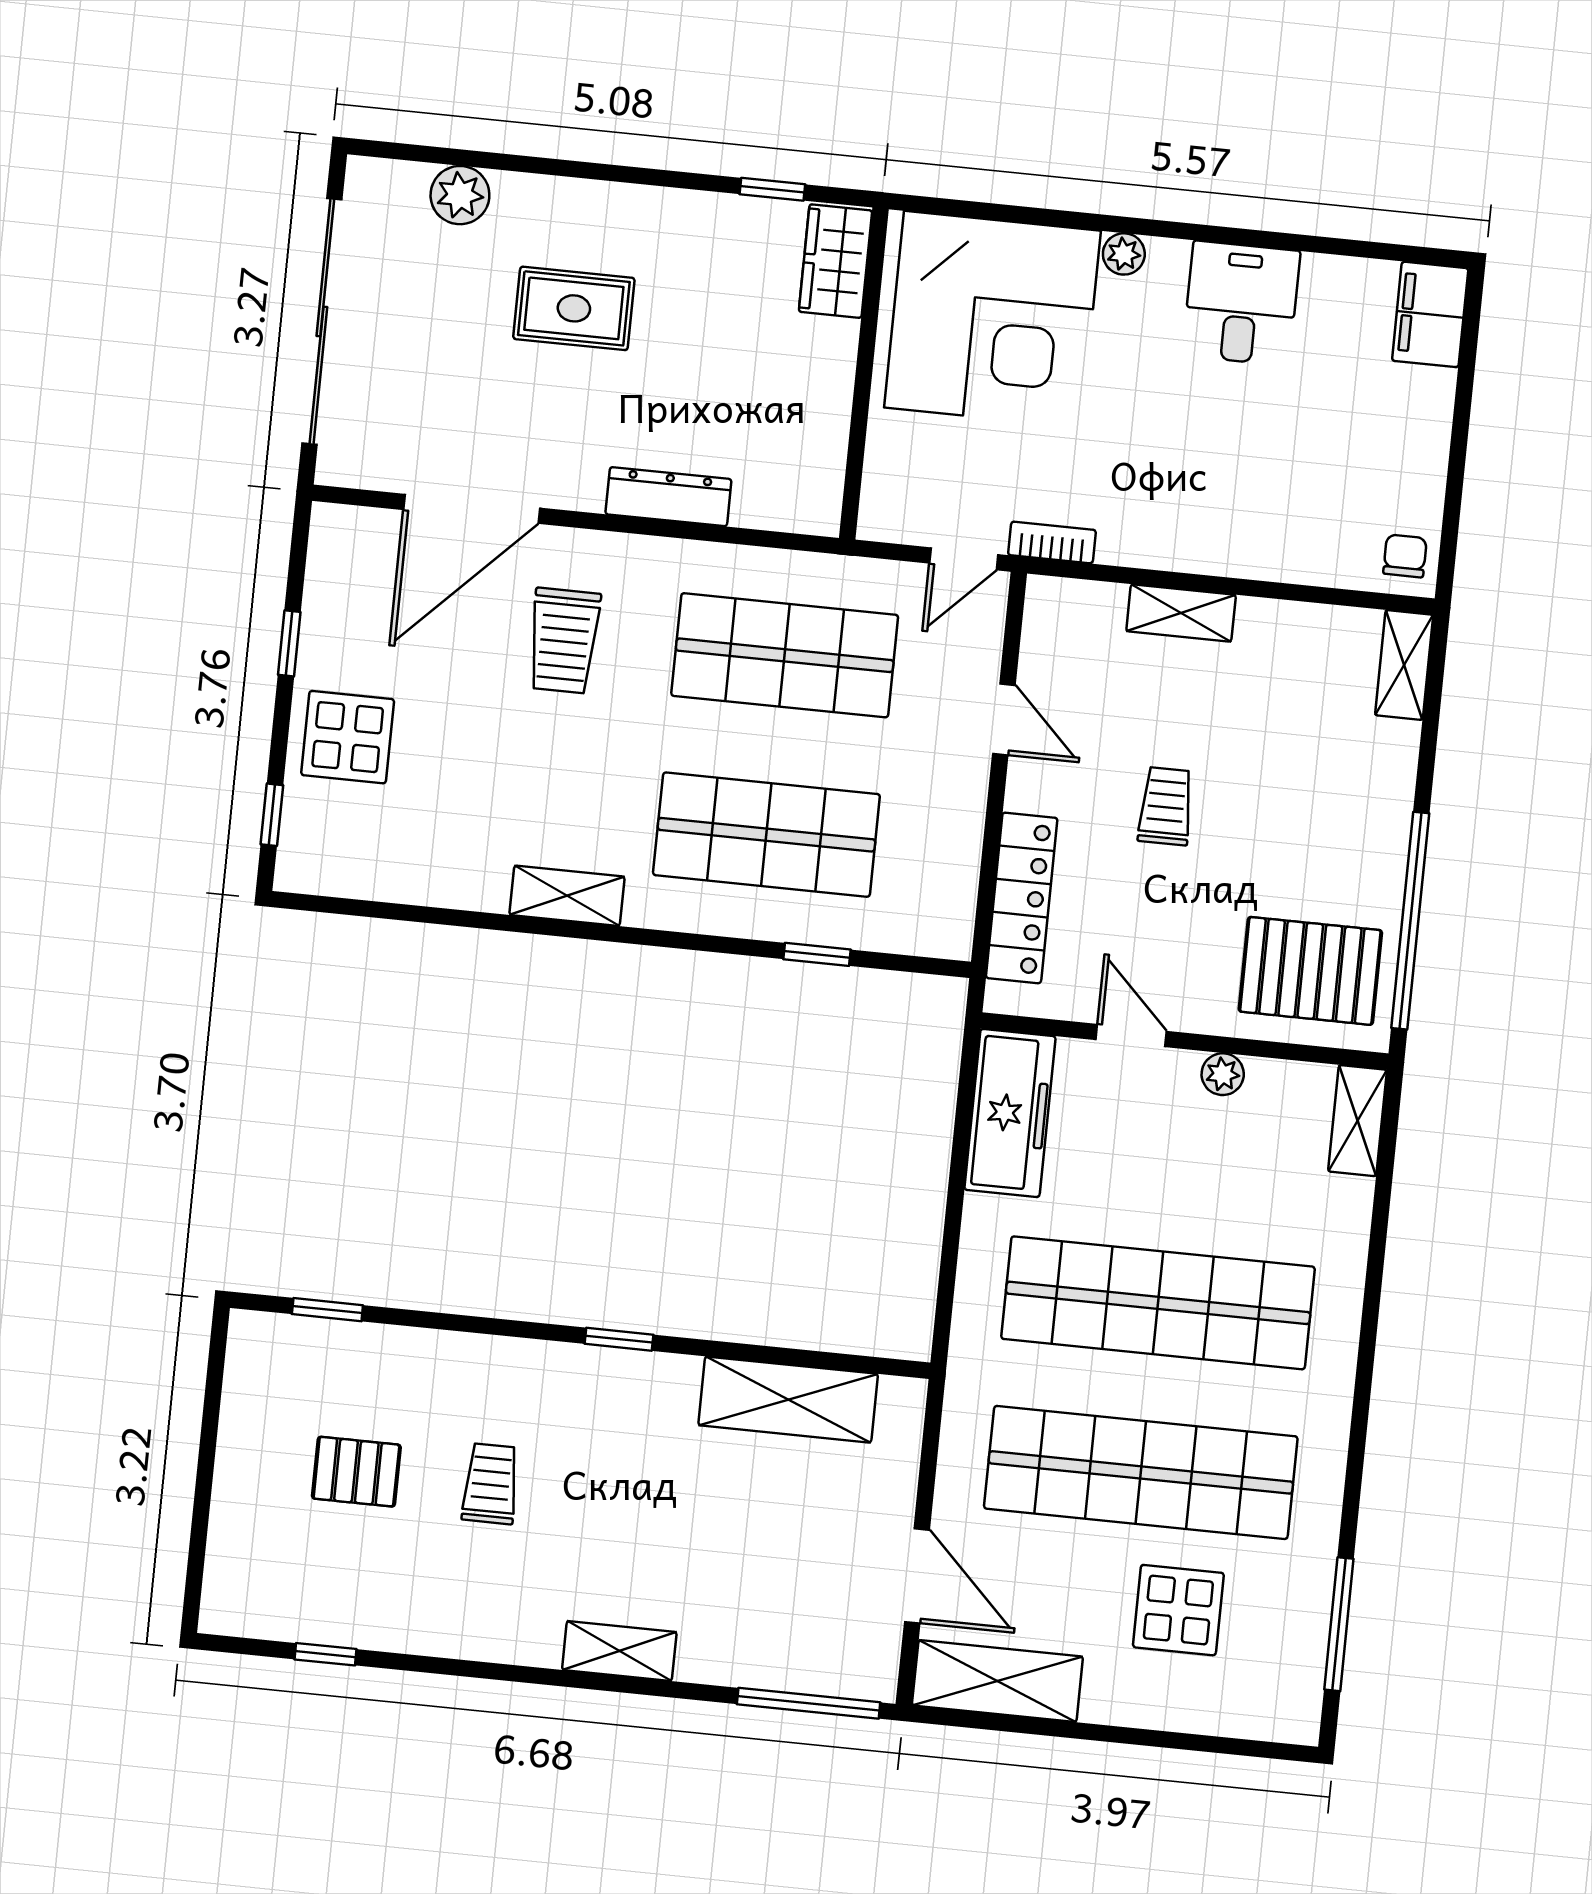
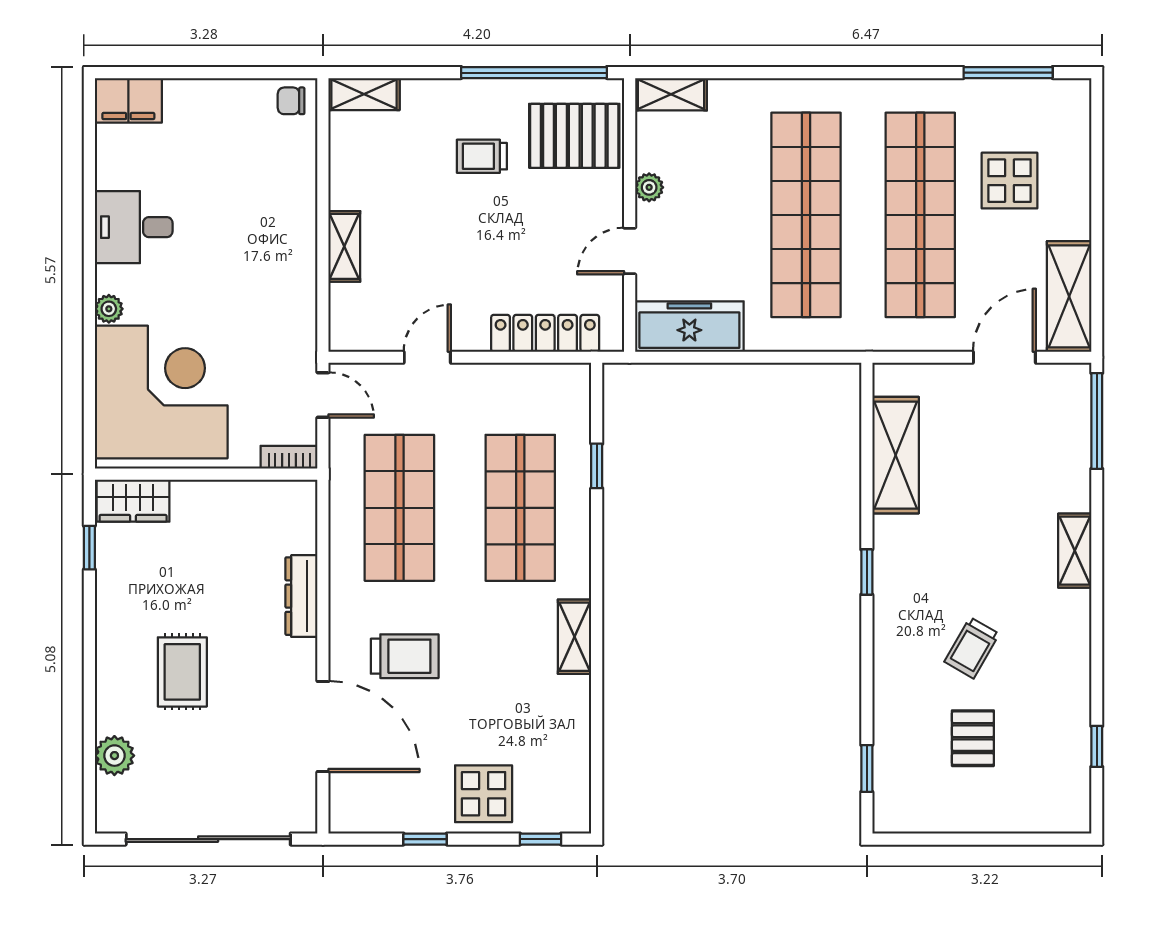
bookcase: (1052, 543) -> (289, 457), moved, turned 90
trolley: (1166, 806) -> (482, 156), moved
pallet: (1310, 971) -> (574, 136), turned 90
trolley: (491, 1484) -> (972, 648), turned -60

